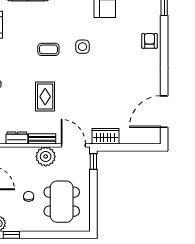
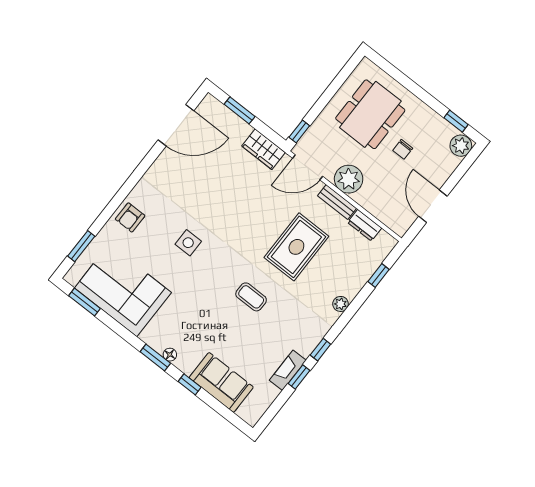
side table: (83, 47) -> (188, 243), moved
rug: (45, 97) -> (296, 247), width x1.36, depth x1.43
door: (73, 145) -> (308, 167), hinge flipped
window: (135, 147) -> (240, 110), added

